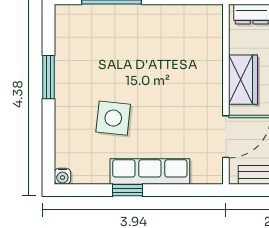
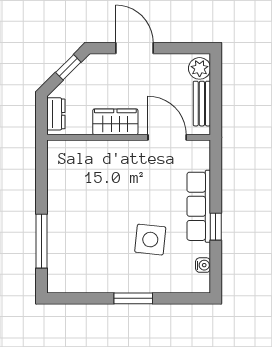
window: (48, 77) -> (133, 298), moved
water cooler: (62, 176) -> (203, 265), moved

